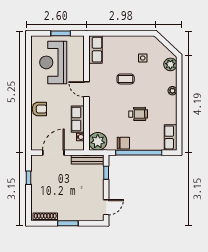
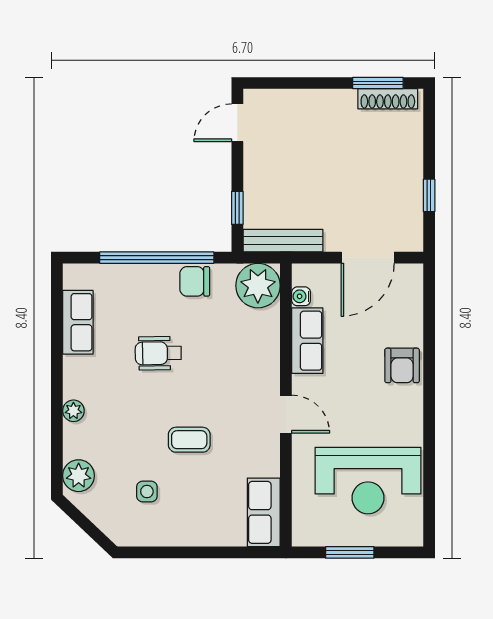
reception desk: (53, 62) -> (368, 481), turned 90
armchair: (39, 109) -> (402, 365), turned -90
row of seats: (171, 137) -> (78, 322), moved
window: (68, 223) -> (378, 83), moved

